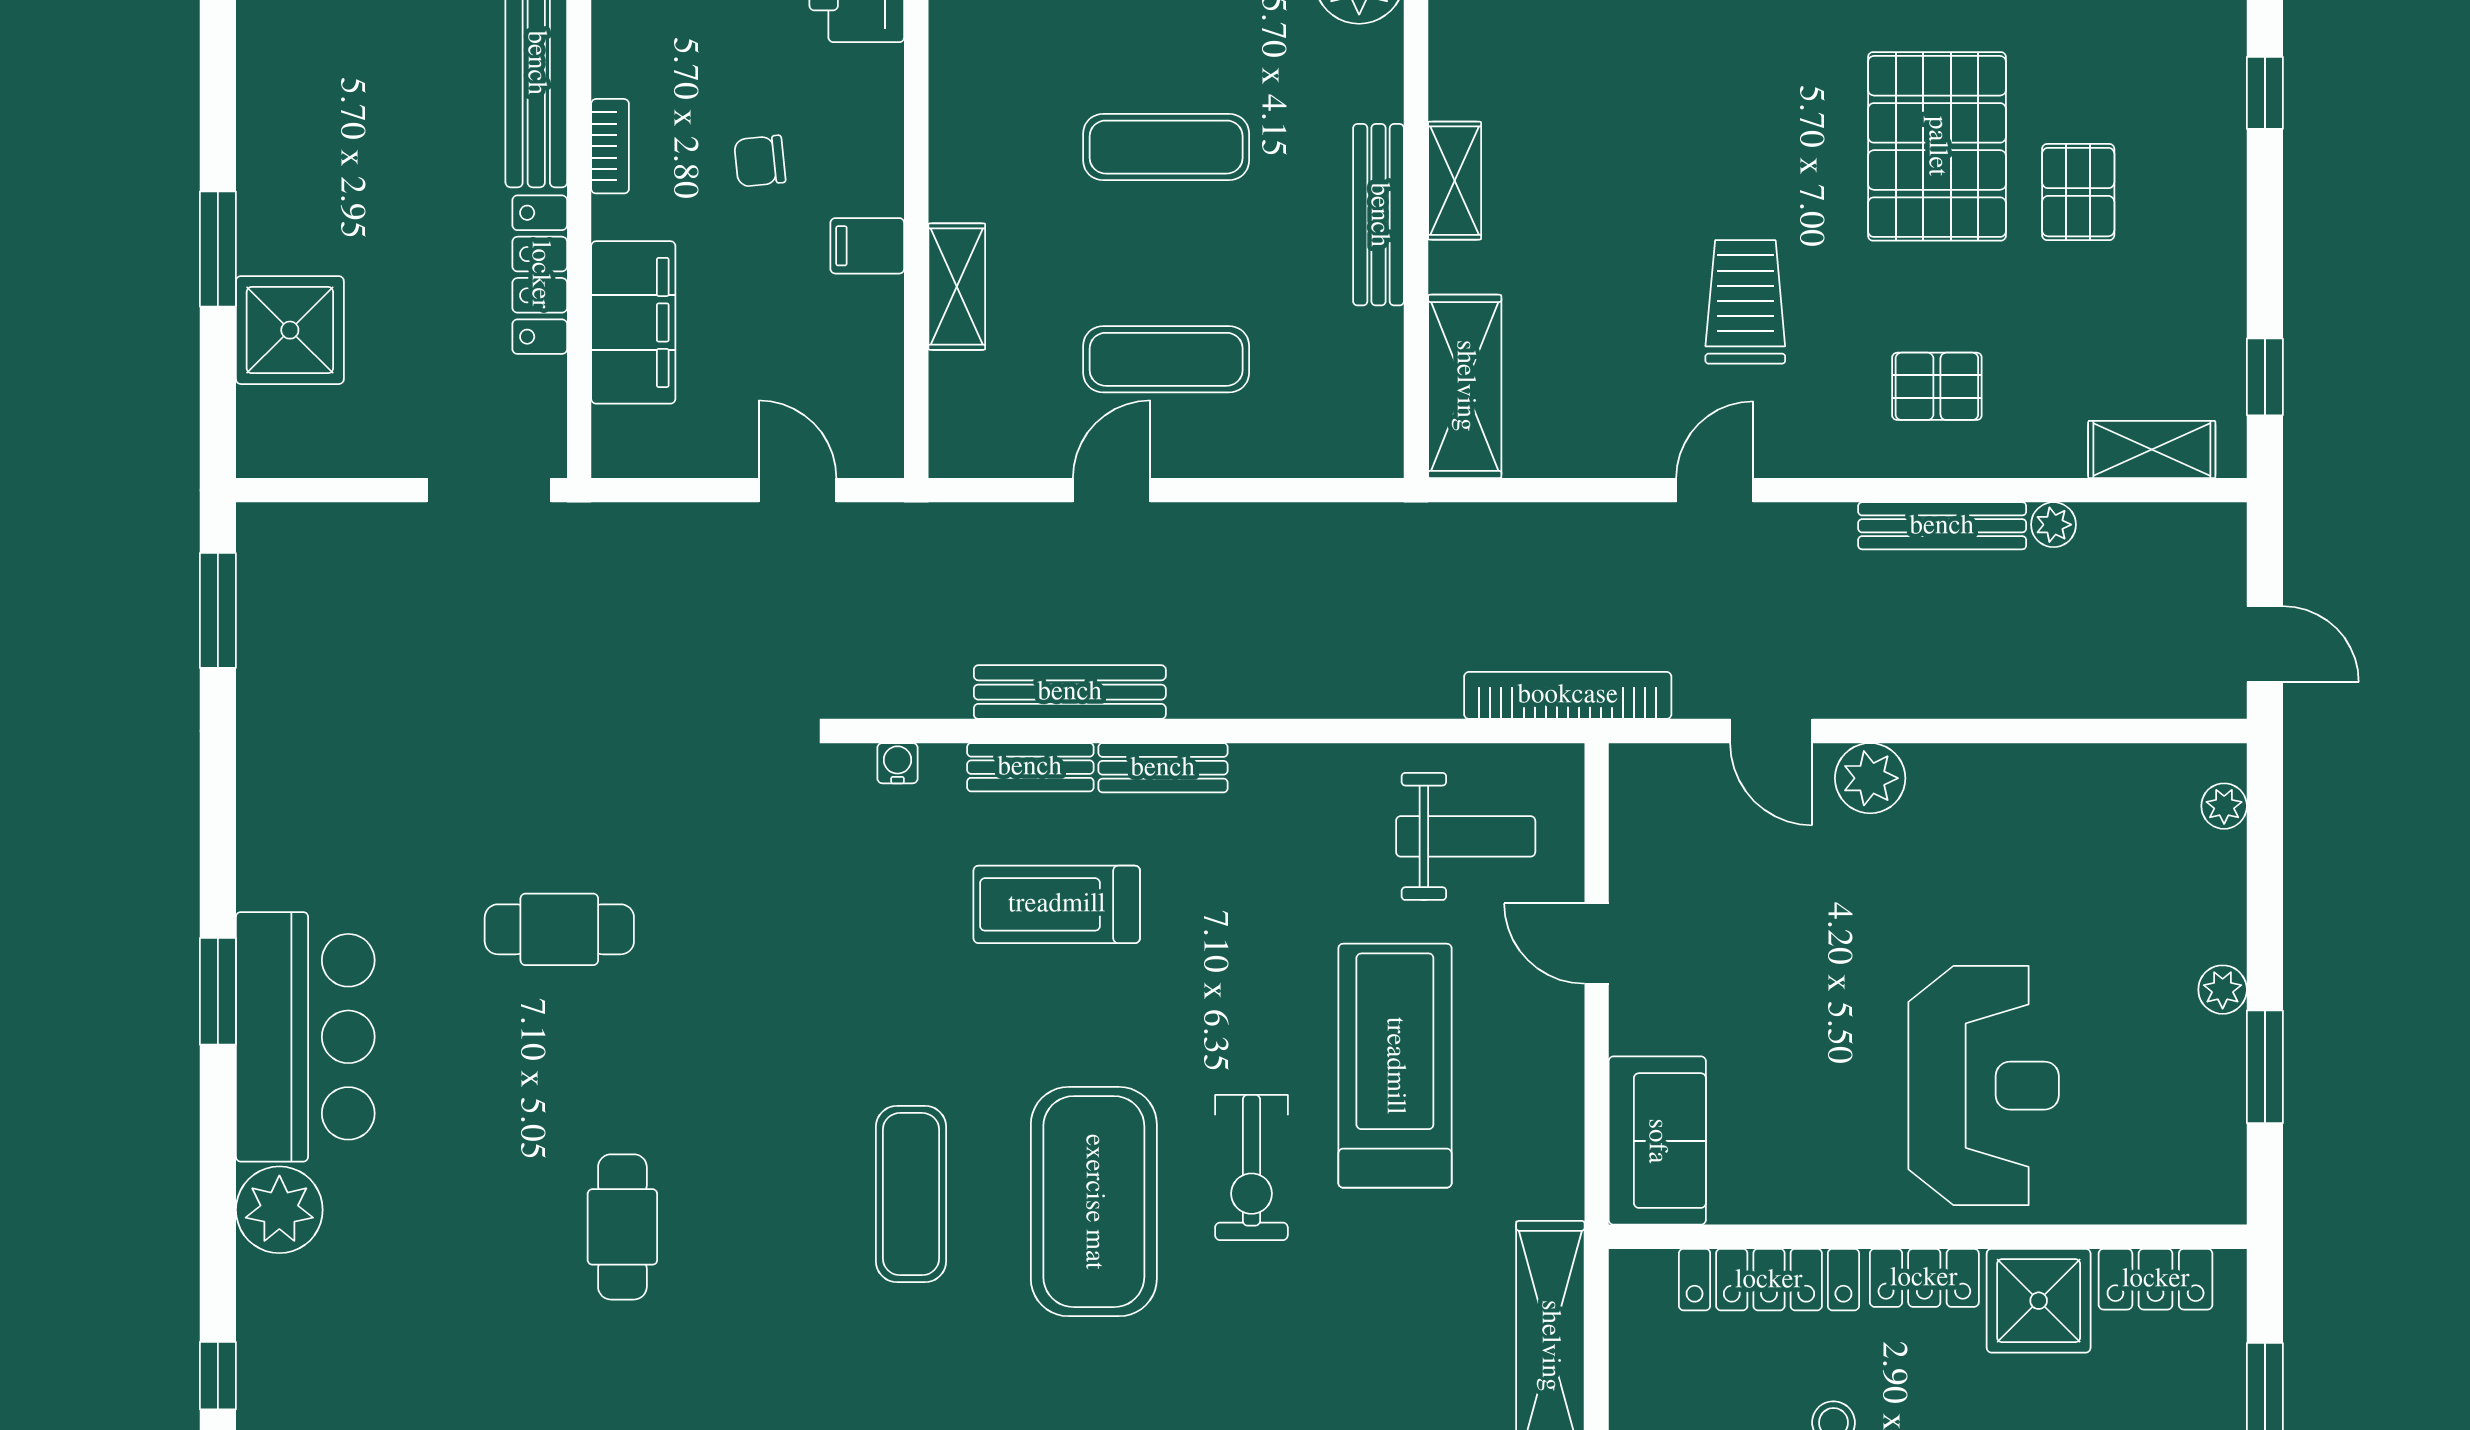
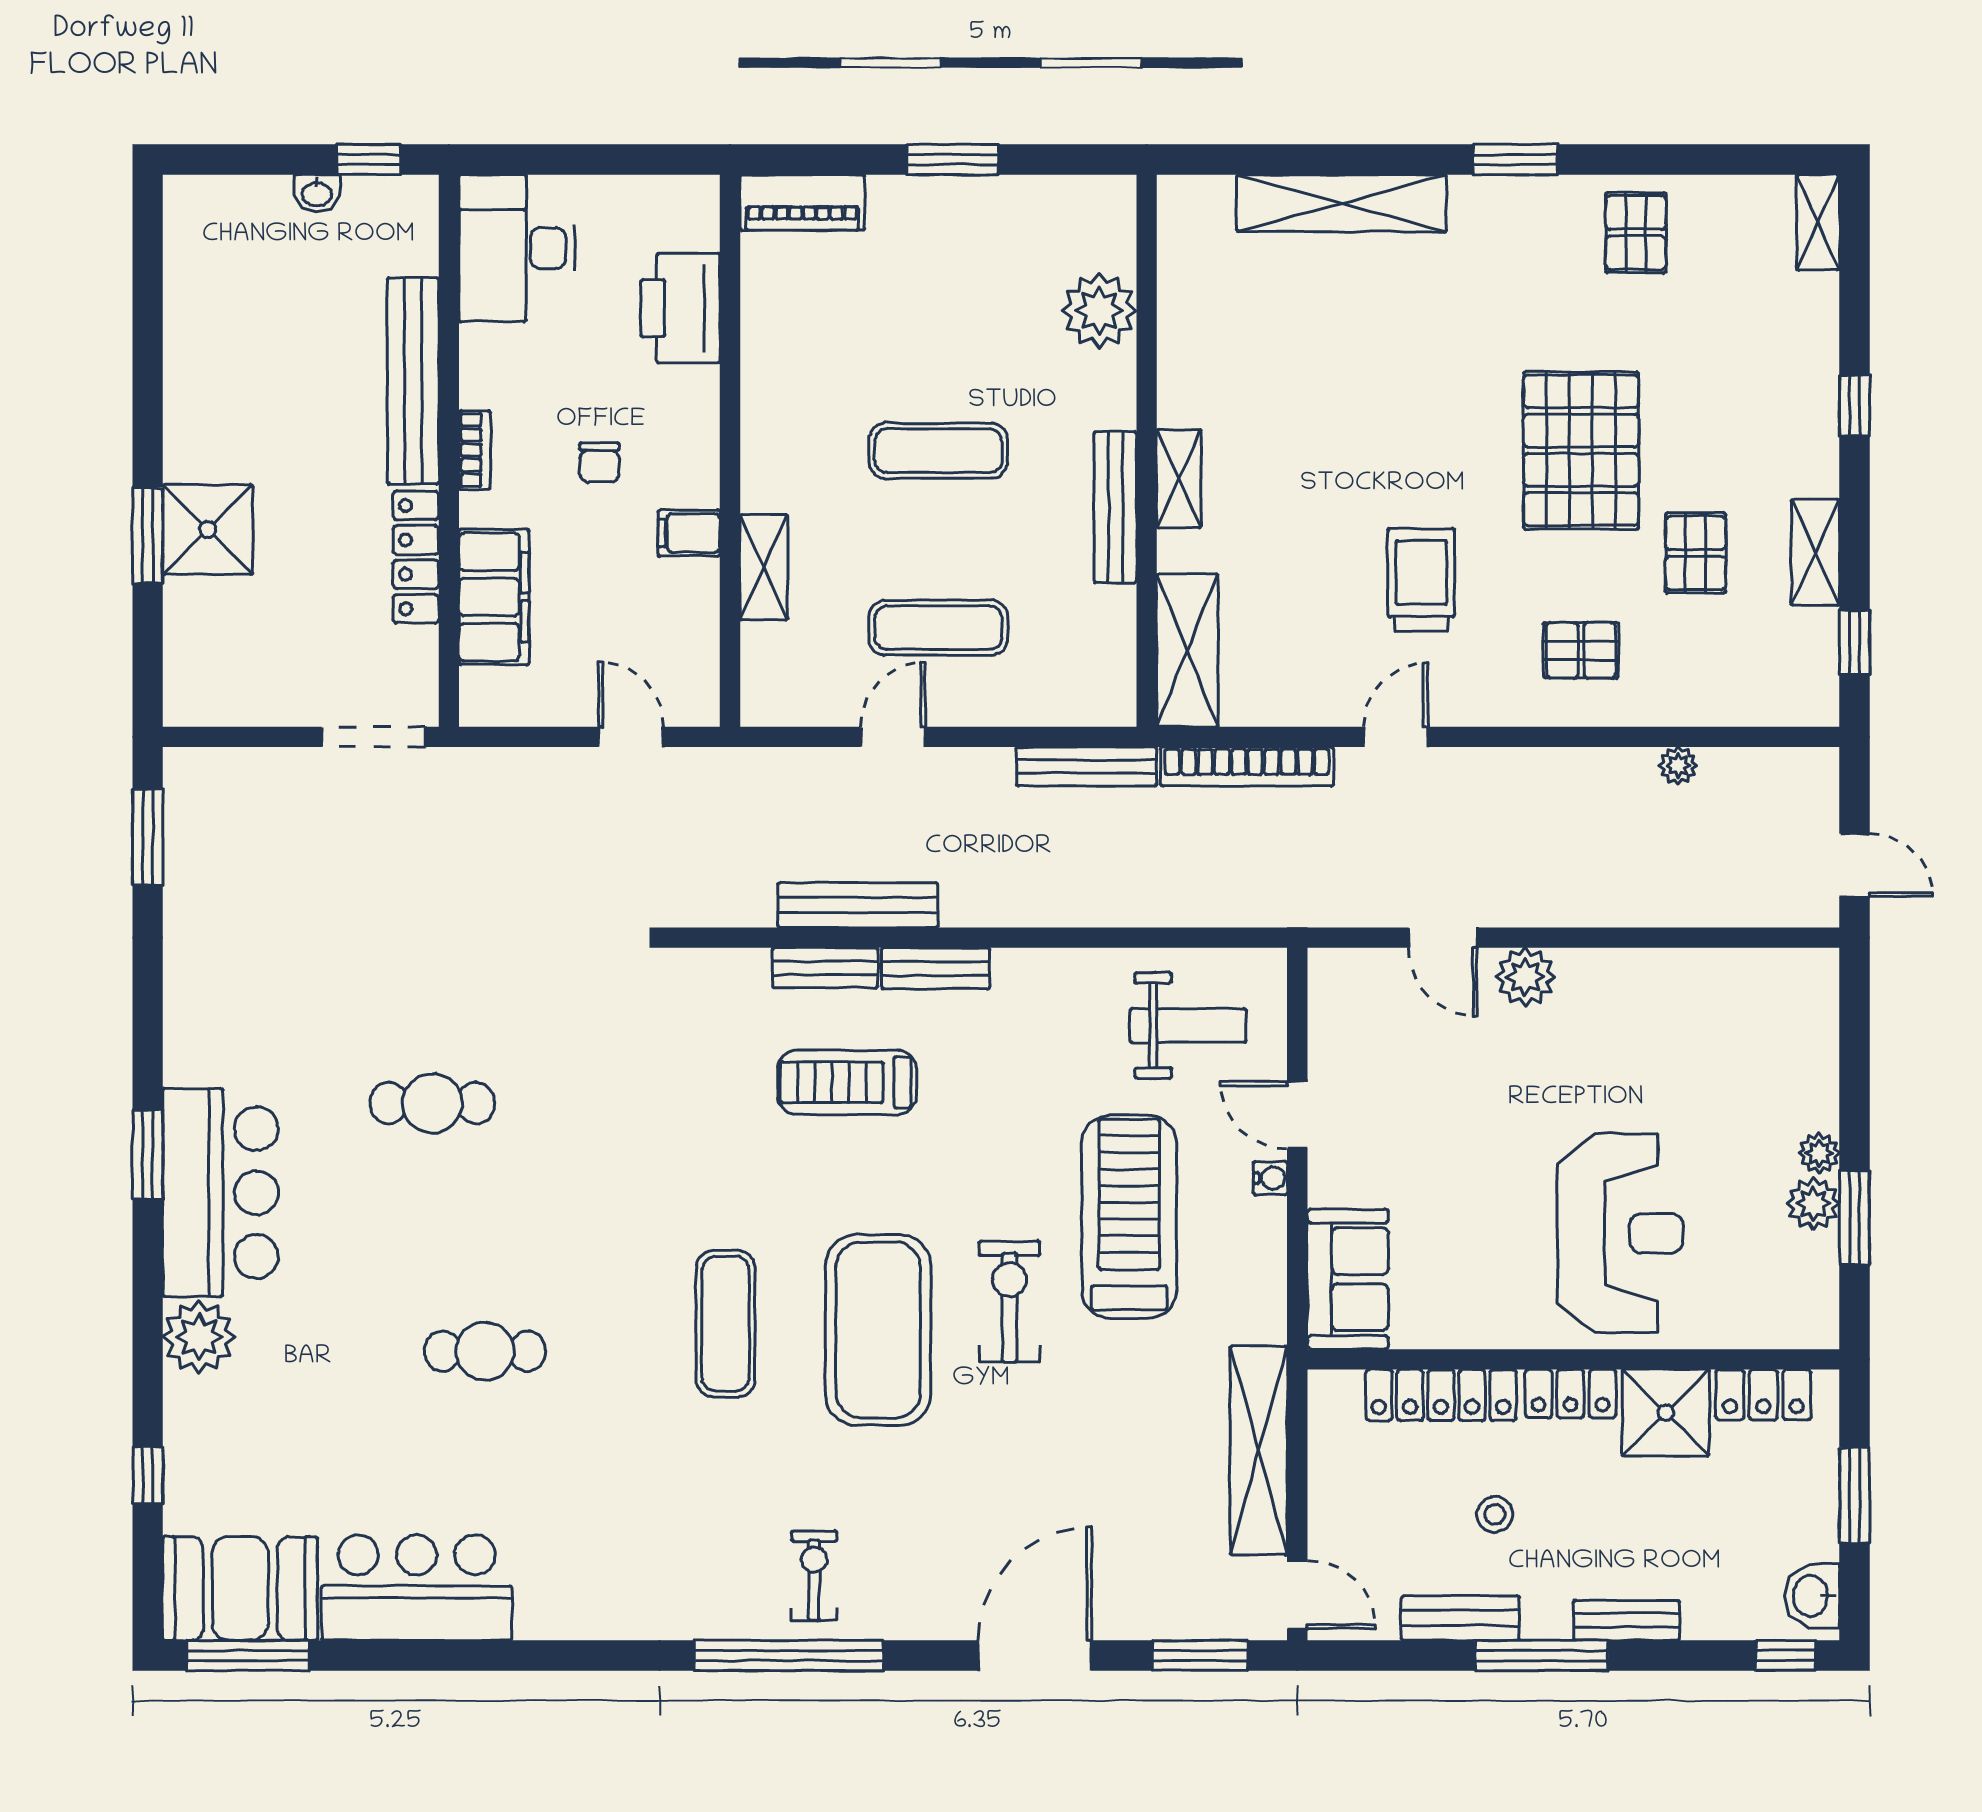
chair: (760, 161) -> (599, 462), turned -84
pallet: (2078, 192) -> (1696, 553), moved
shower: (290, 330) -> (208, 529), moved
shelving: (2152, 450) -> (1816, 552), moved, turned 90
bench: (1942, 526) -> (1086, 766), moved
bookcase: (1568, 695) -> (1247, 766), moved, turned 180
water cooler: (898, 763) -> (1270, 1178), moved, turned 90
plant: (2224, 806) -> (1813, 1204), moved, width x1.38, depth x1.38
exercise bike: (1251, 1167) -> (1009, 1302), turned 180
cafe table: (622, 1227) -> (485, 1351), turned 90

